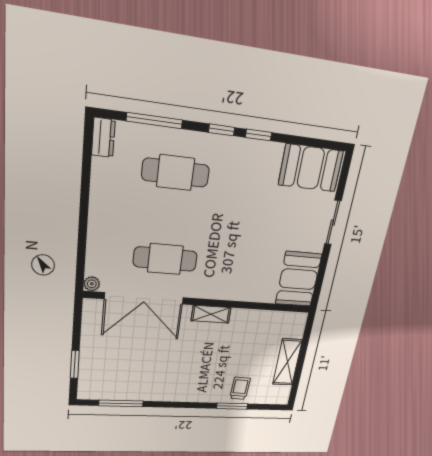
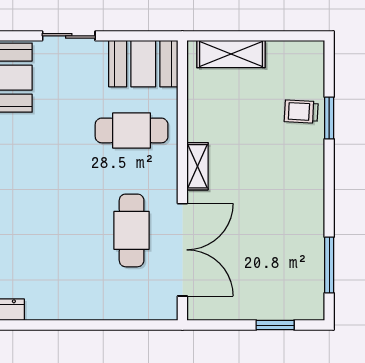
cafe table: (176, 173) -> (132, 130), moved, turned 90
plant: (92, 284) -> (169, 311), removed
shelving: (287, 362) -> (231, 54), moved

